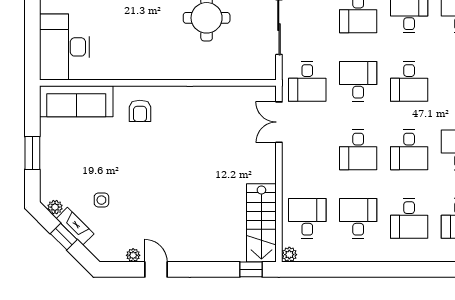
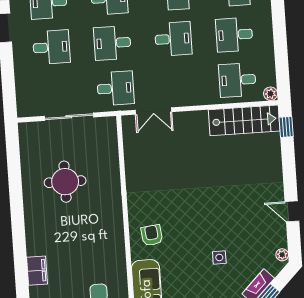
armchair: (140, 111) -> (152, 235), turned -97
side table: (101, 200) -> (219, 257), moved
plant: (133, 255) -> (282, 255), moved
door: (156, 269) -> (292, 211), hinge flipped

